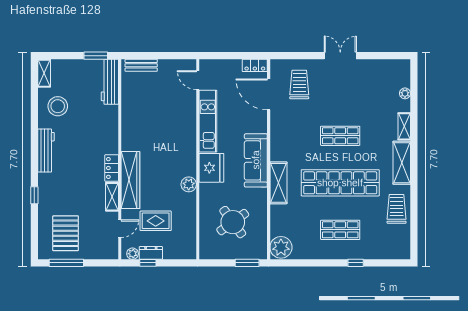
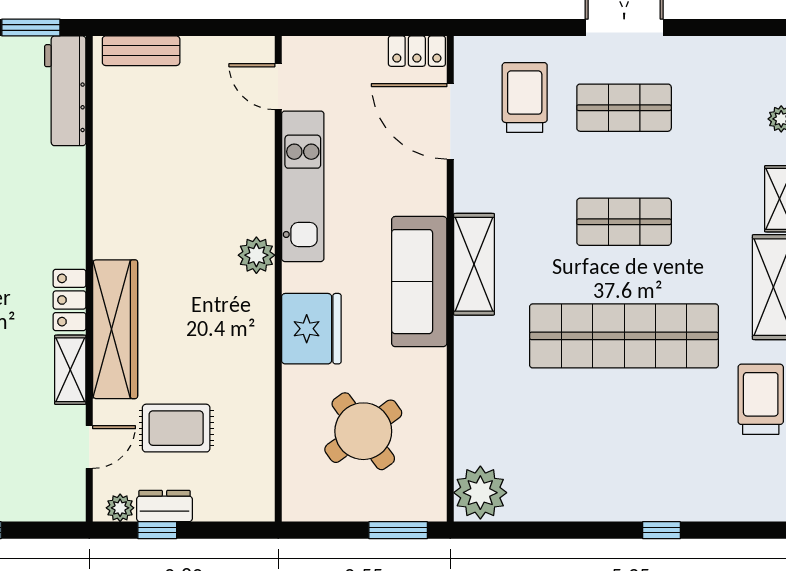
fridge: (211, 168) -> (311, 329), moved
shelving: (278, 183) -> (474, 264), moved
plant: (189, 184) -> (256, 255), moved
shop shelf: (340, 230) -> (624, 108), moved

